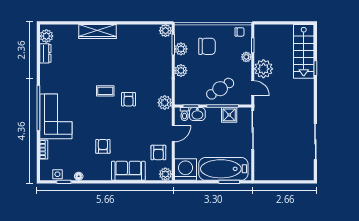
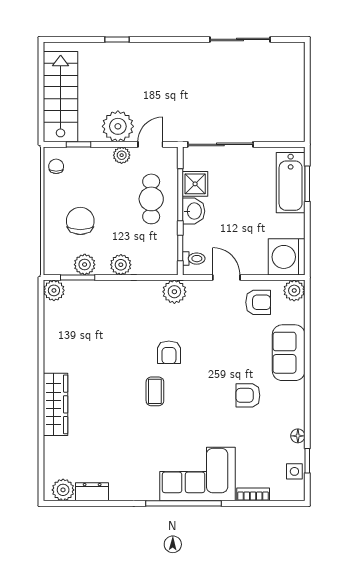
stairs: (304, 51) -> (61, 97), moved, turned -90
plant: (246, 57) -> (122, 155), moved
cafe table: (220, 89) -> (151, 199), turned 33
armchair: (129, 99) -> (169, 352), turned 90
washbasin: (197, 114) -> (194, 211), moved
bathtub: (223, 169) -> (291, 183), width x0.73, depth x0.73

